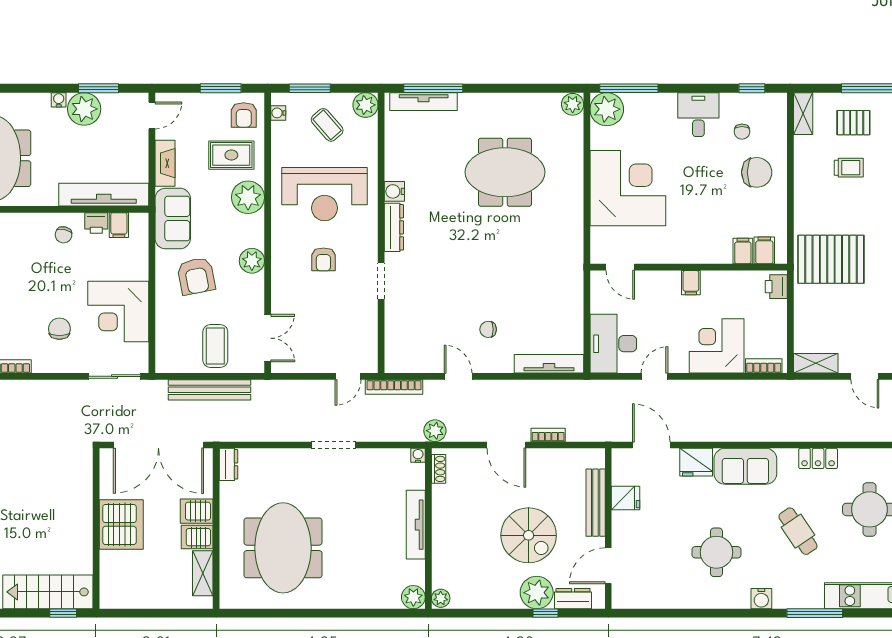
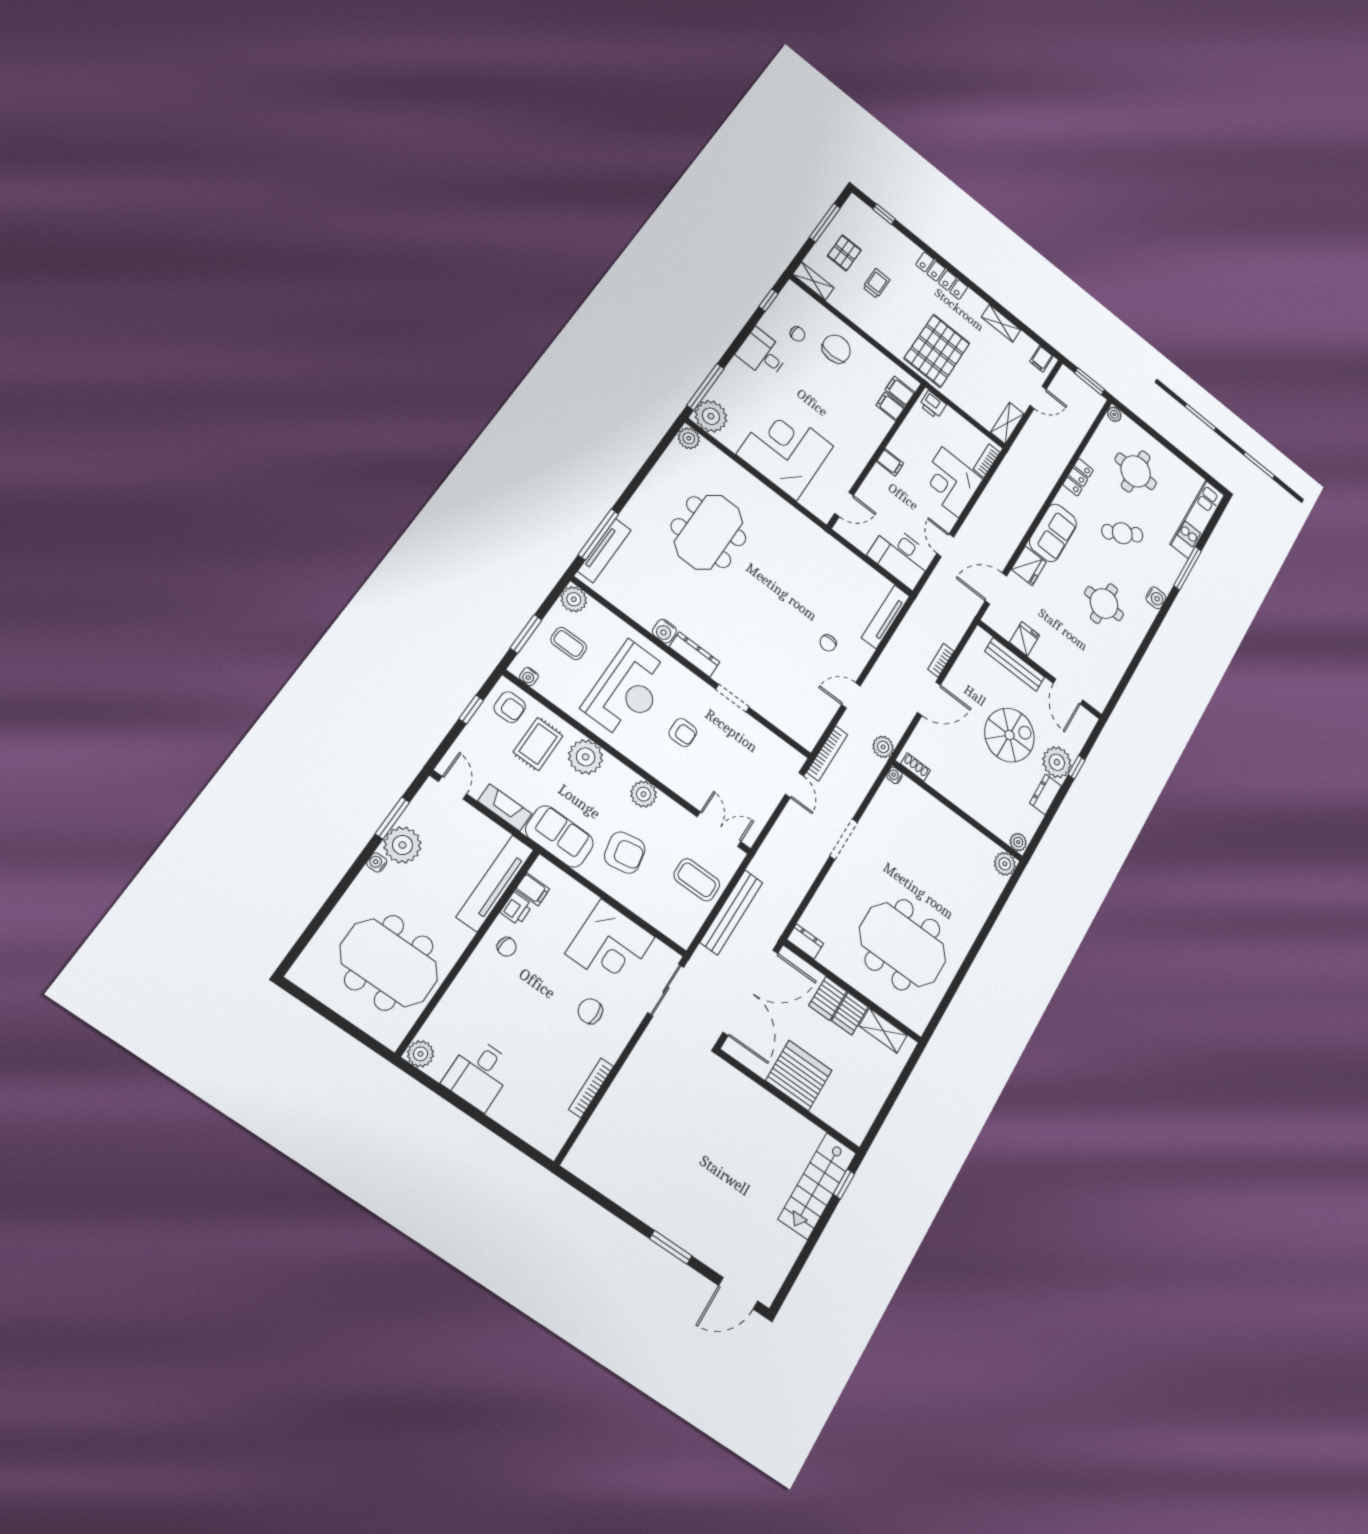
window: (221, 88) -> (471, 710), width x0.67
coffee table: (327, 125) -> (569, 644), turned 41
tv unit: (416, 525) -> (949, 819), removed
dresser: (573, 599) -> (1045, 794), moved

